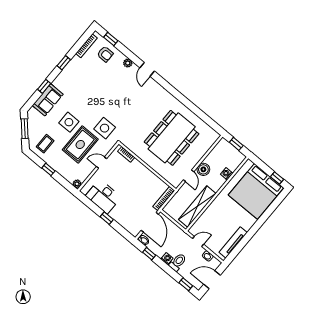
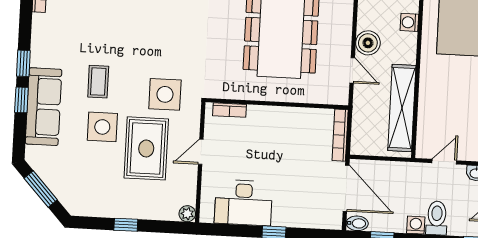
window: (64, 63) -> (23, 63), moved
sofa: (48, 100) -> (44, 107), width x1.36
coffee table: (45, 144) -> (98, 82), moved

